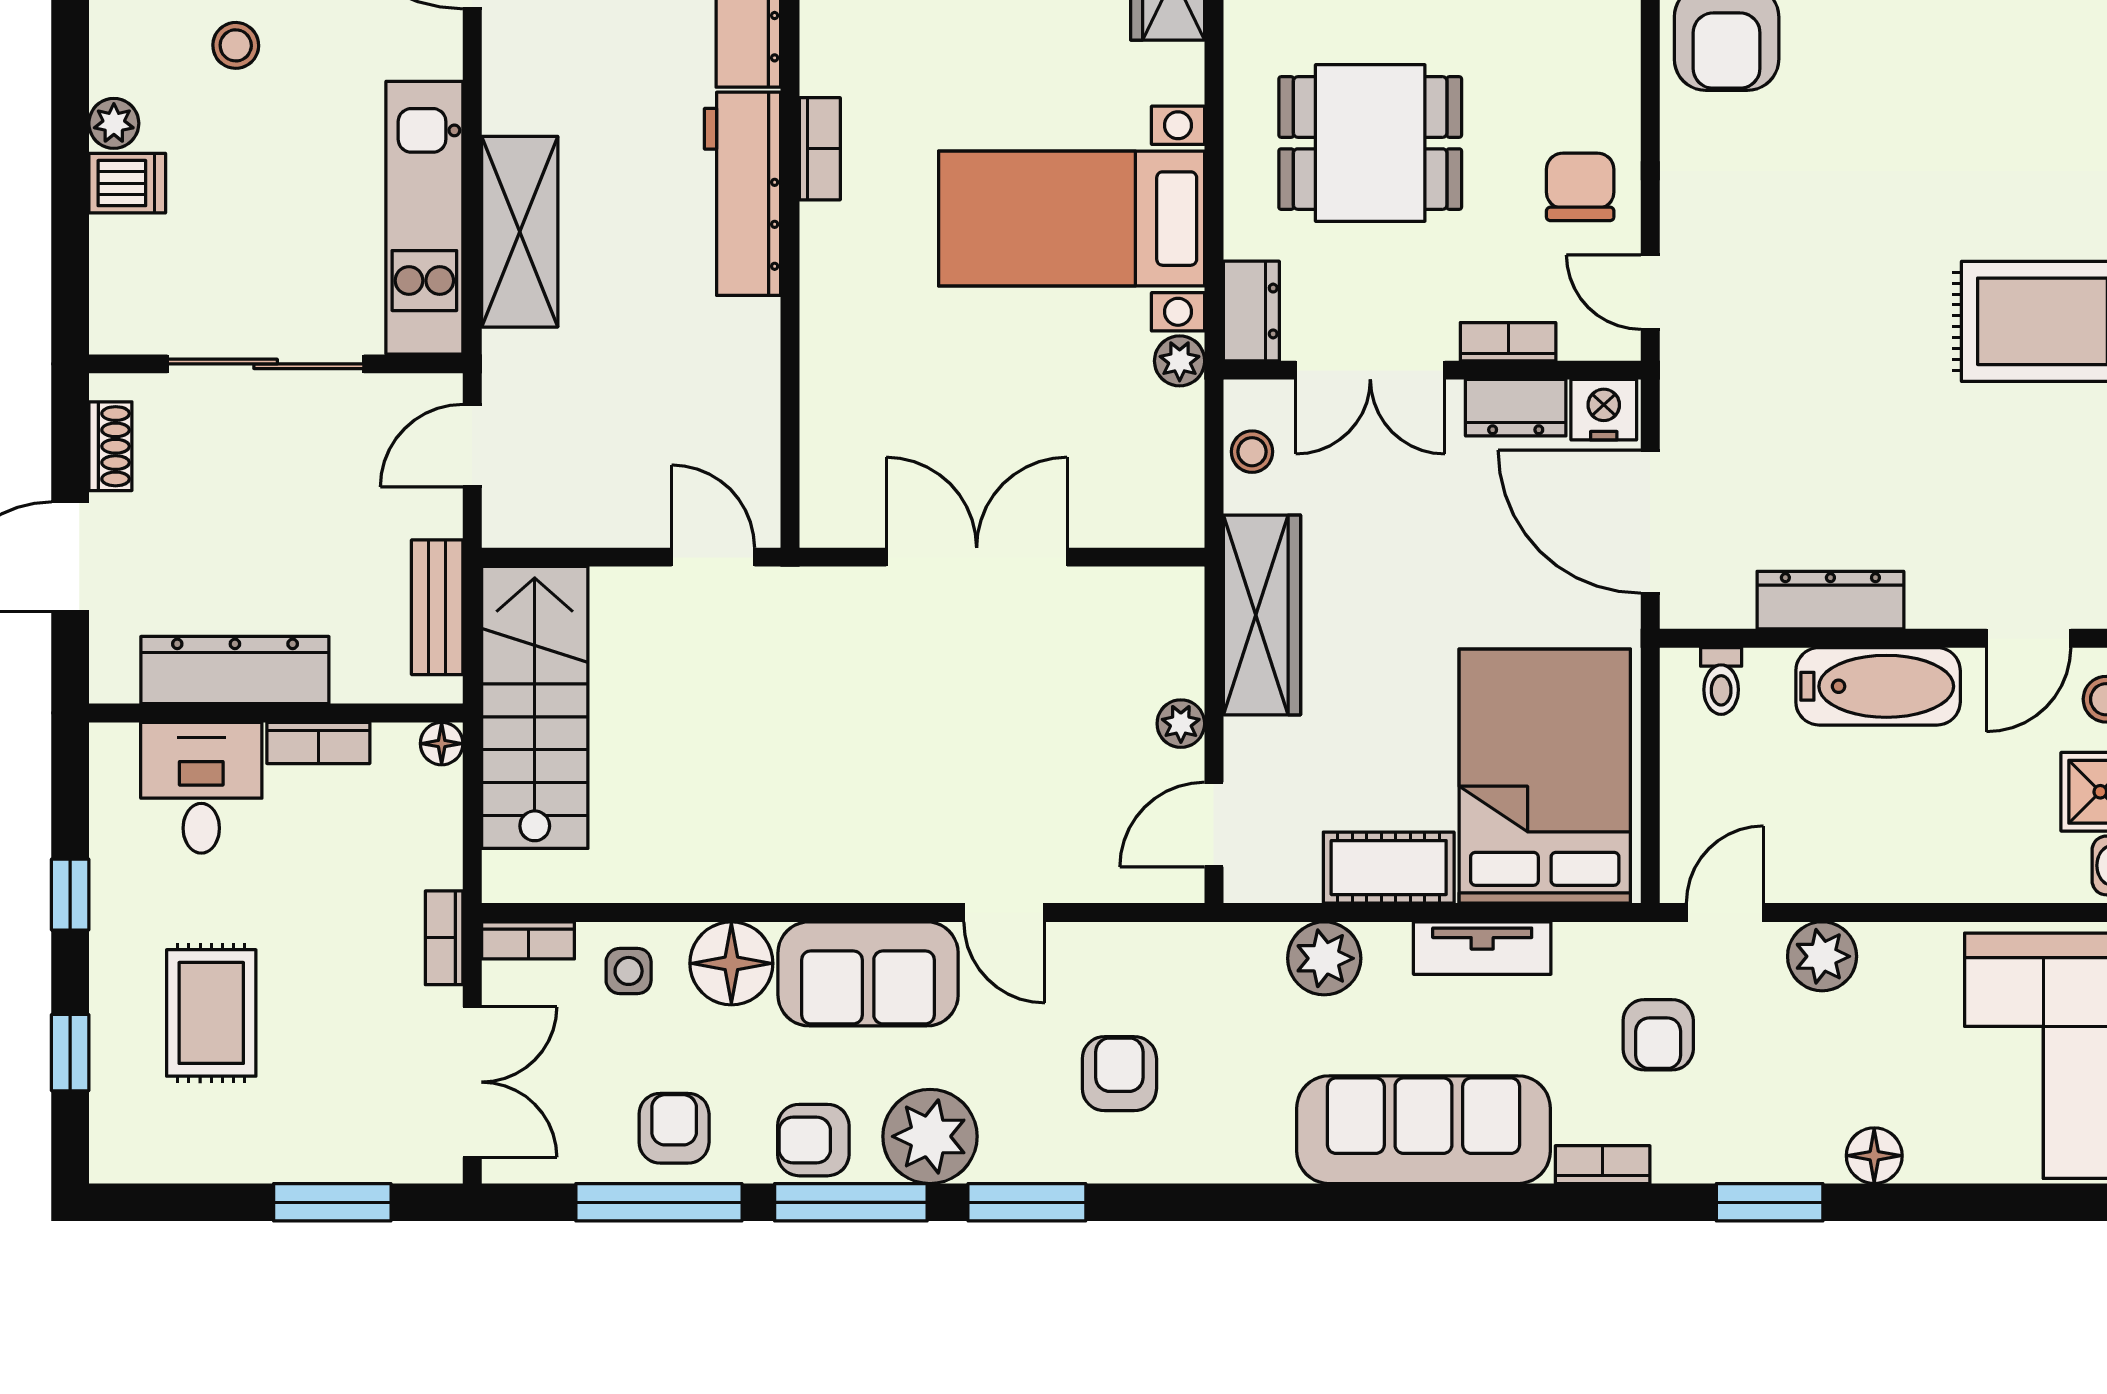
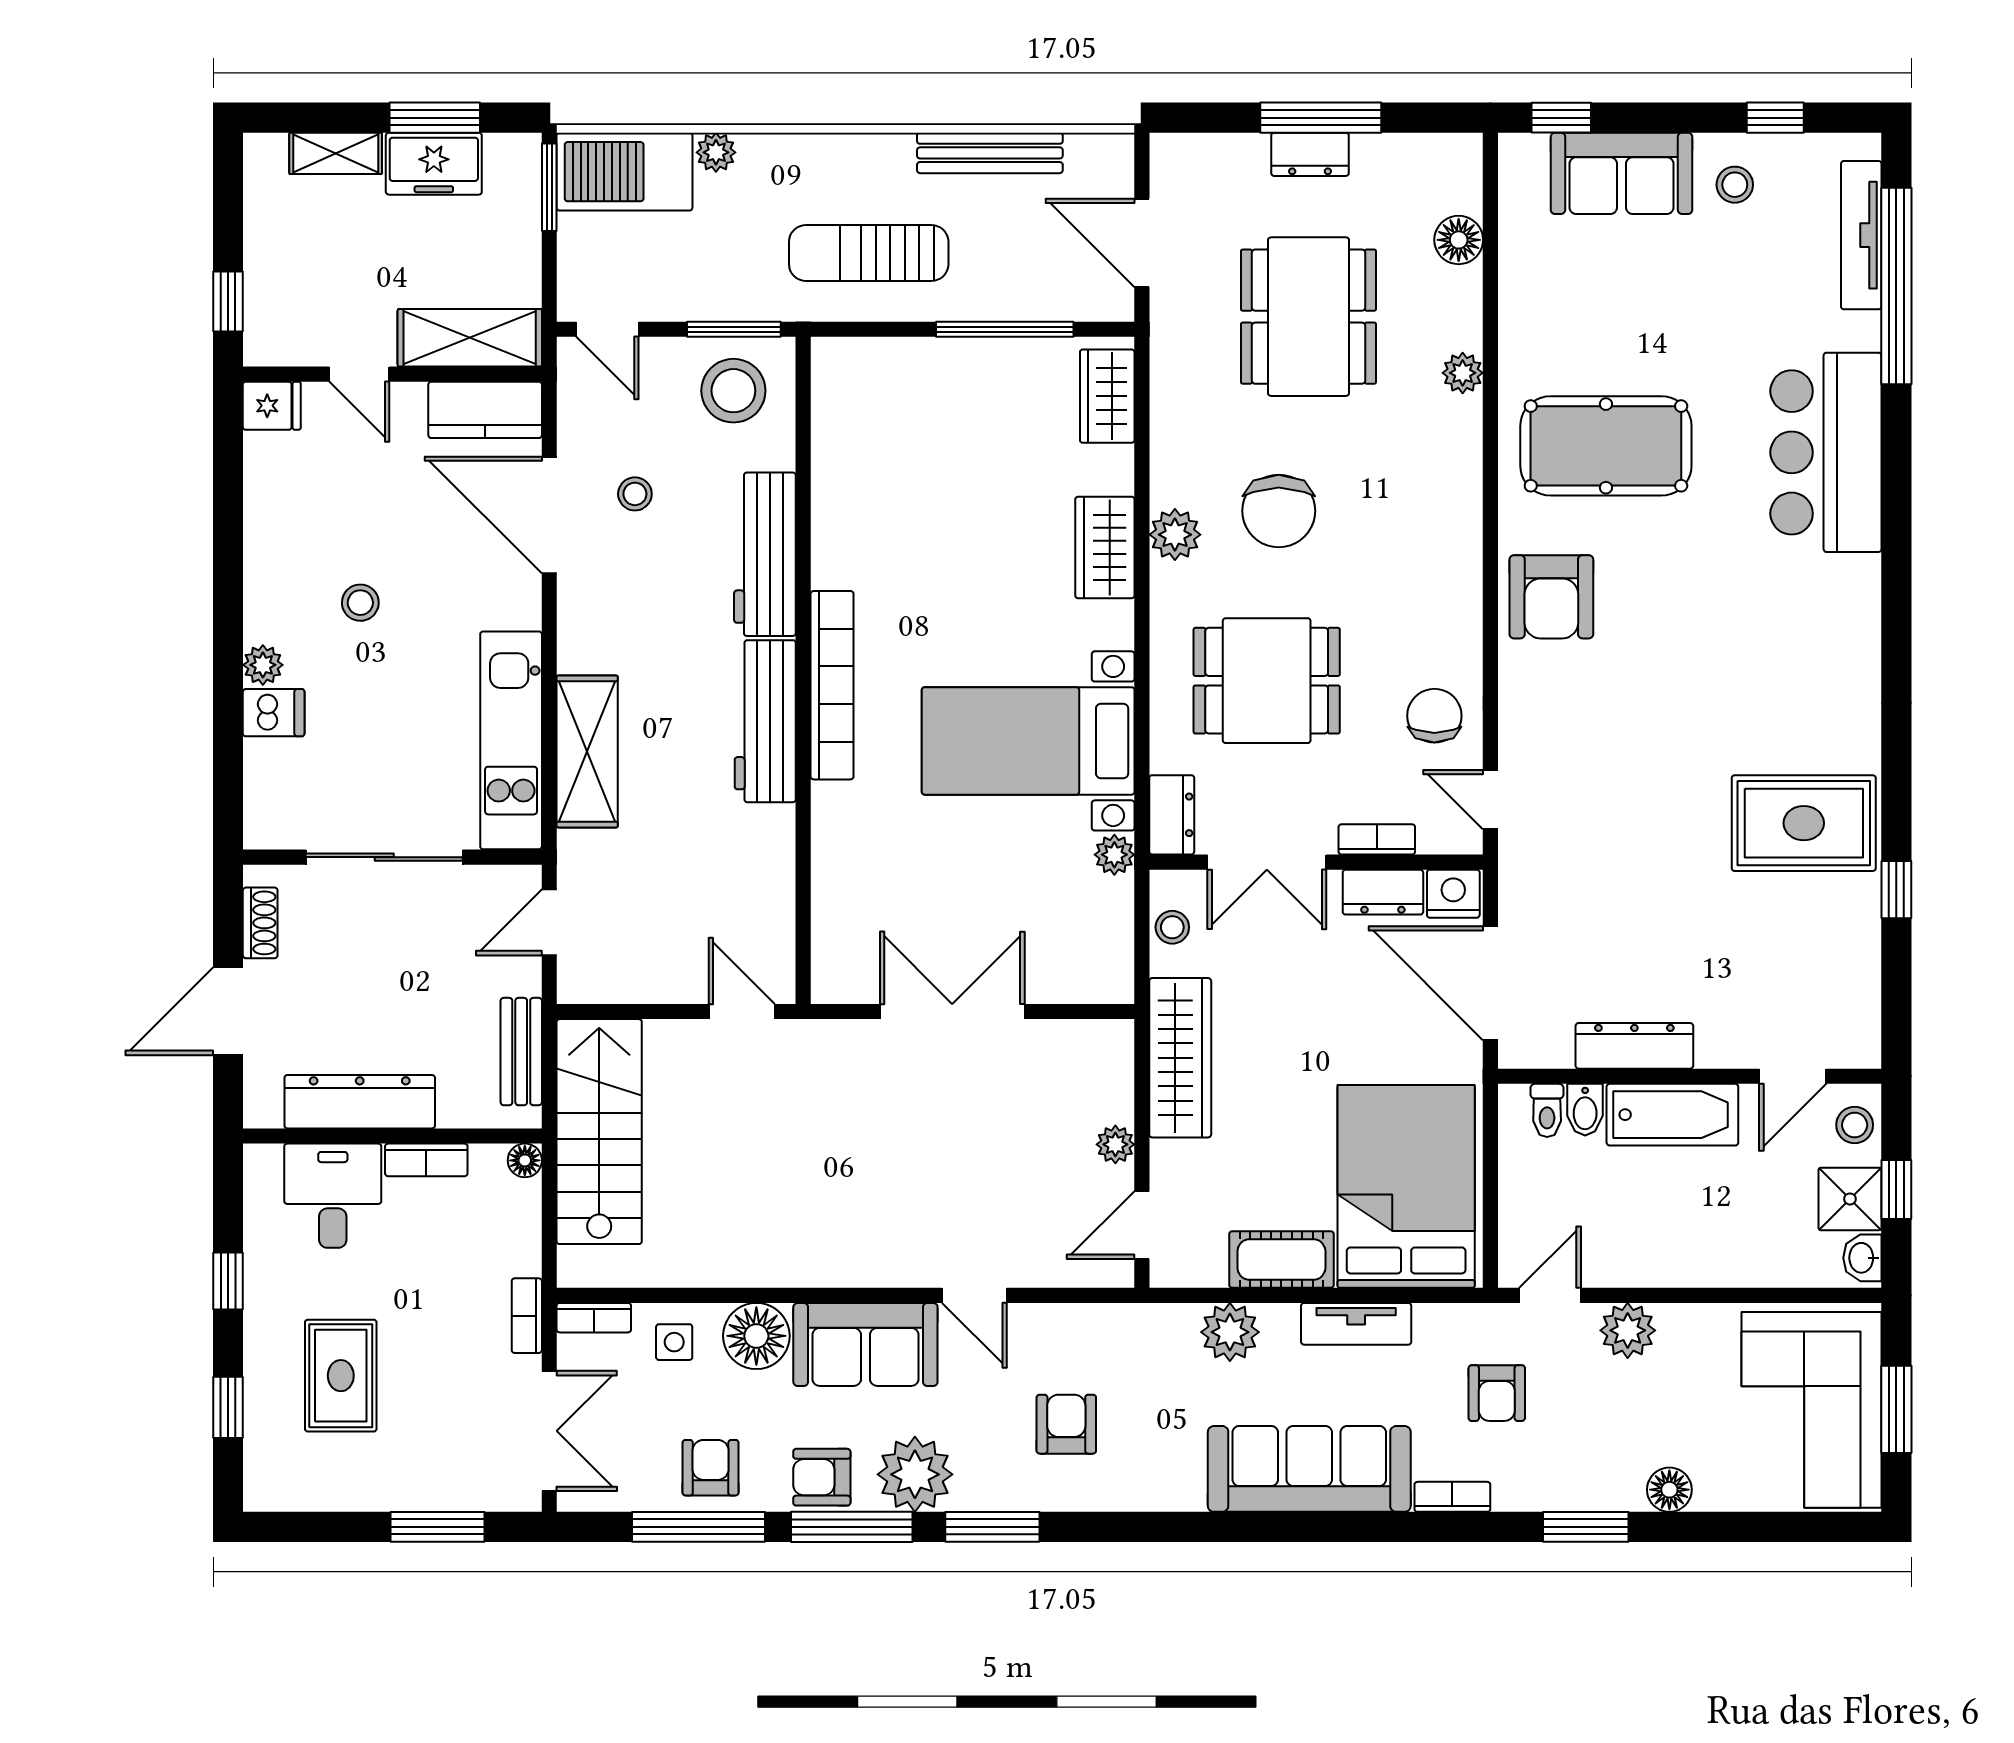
bookcase: (820, 149) -> (832, 685), width x2.31, depth x1.31
bidet: (1769, 680) -> (1585, 1110), added

